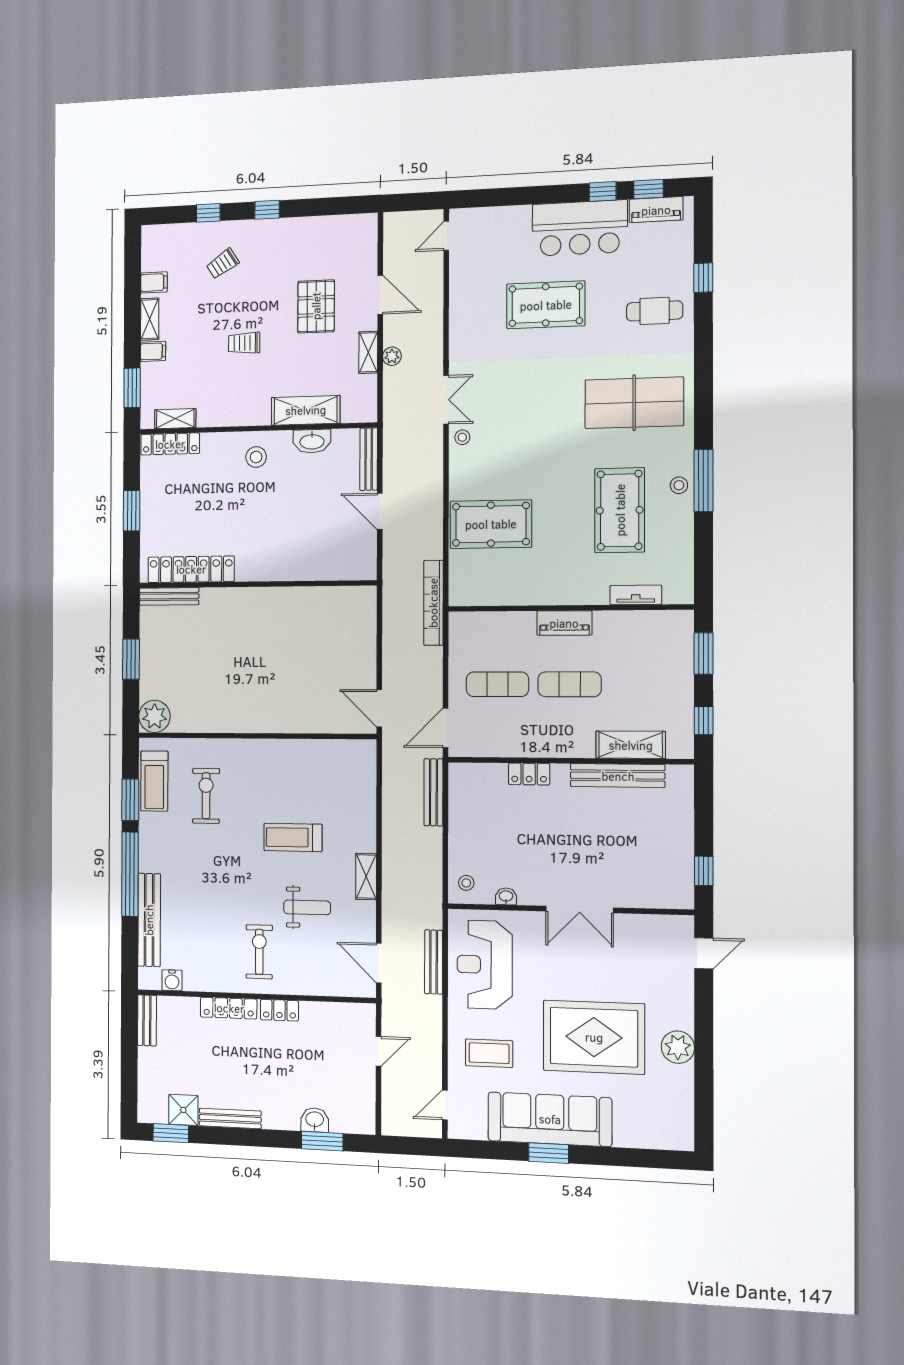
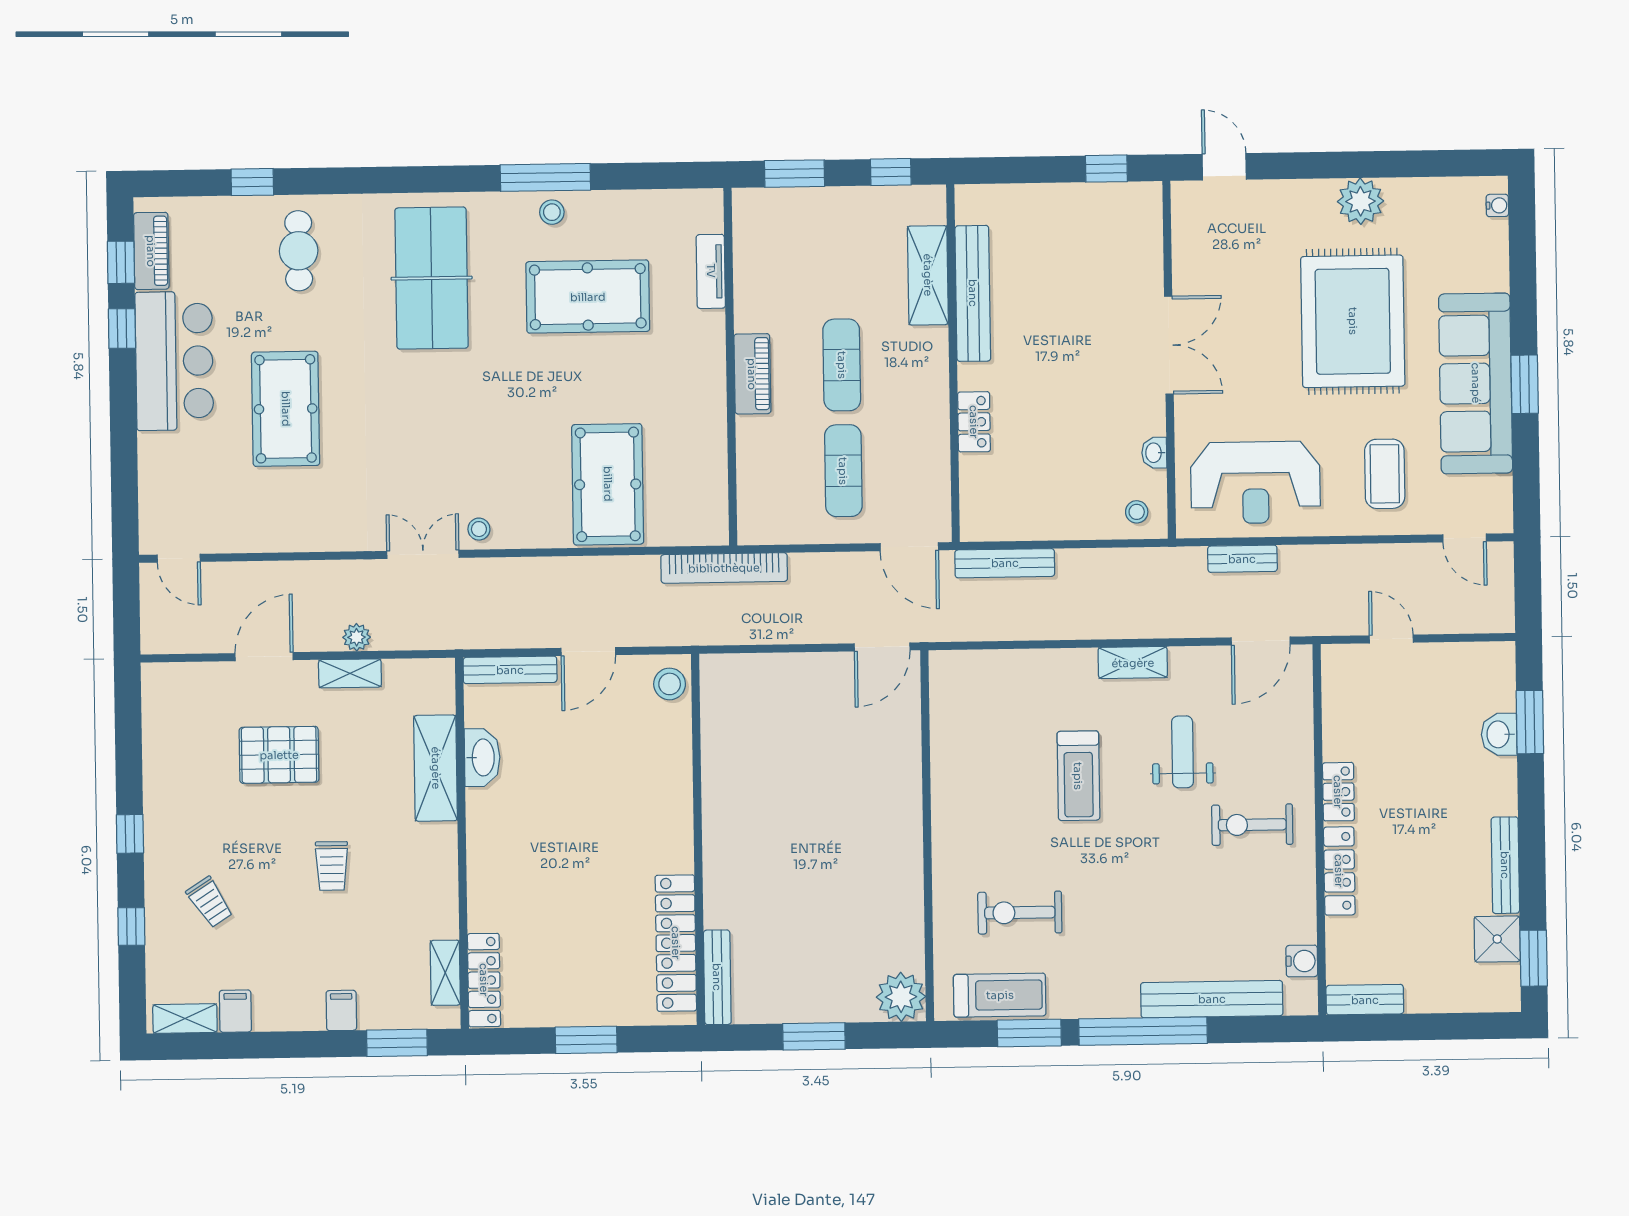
shelving: (150, 319) -> (185, 1018), moved
stool: (256, 457) -> (670, 684), moved
bench: (434, 962) -> (1242, 559), width x0.73
water cooler: (673, 1143) -> (1497, 205), added

